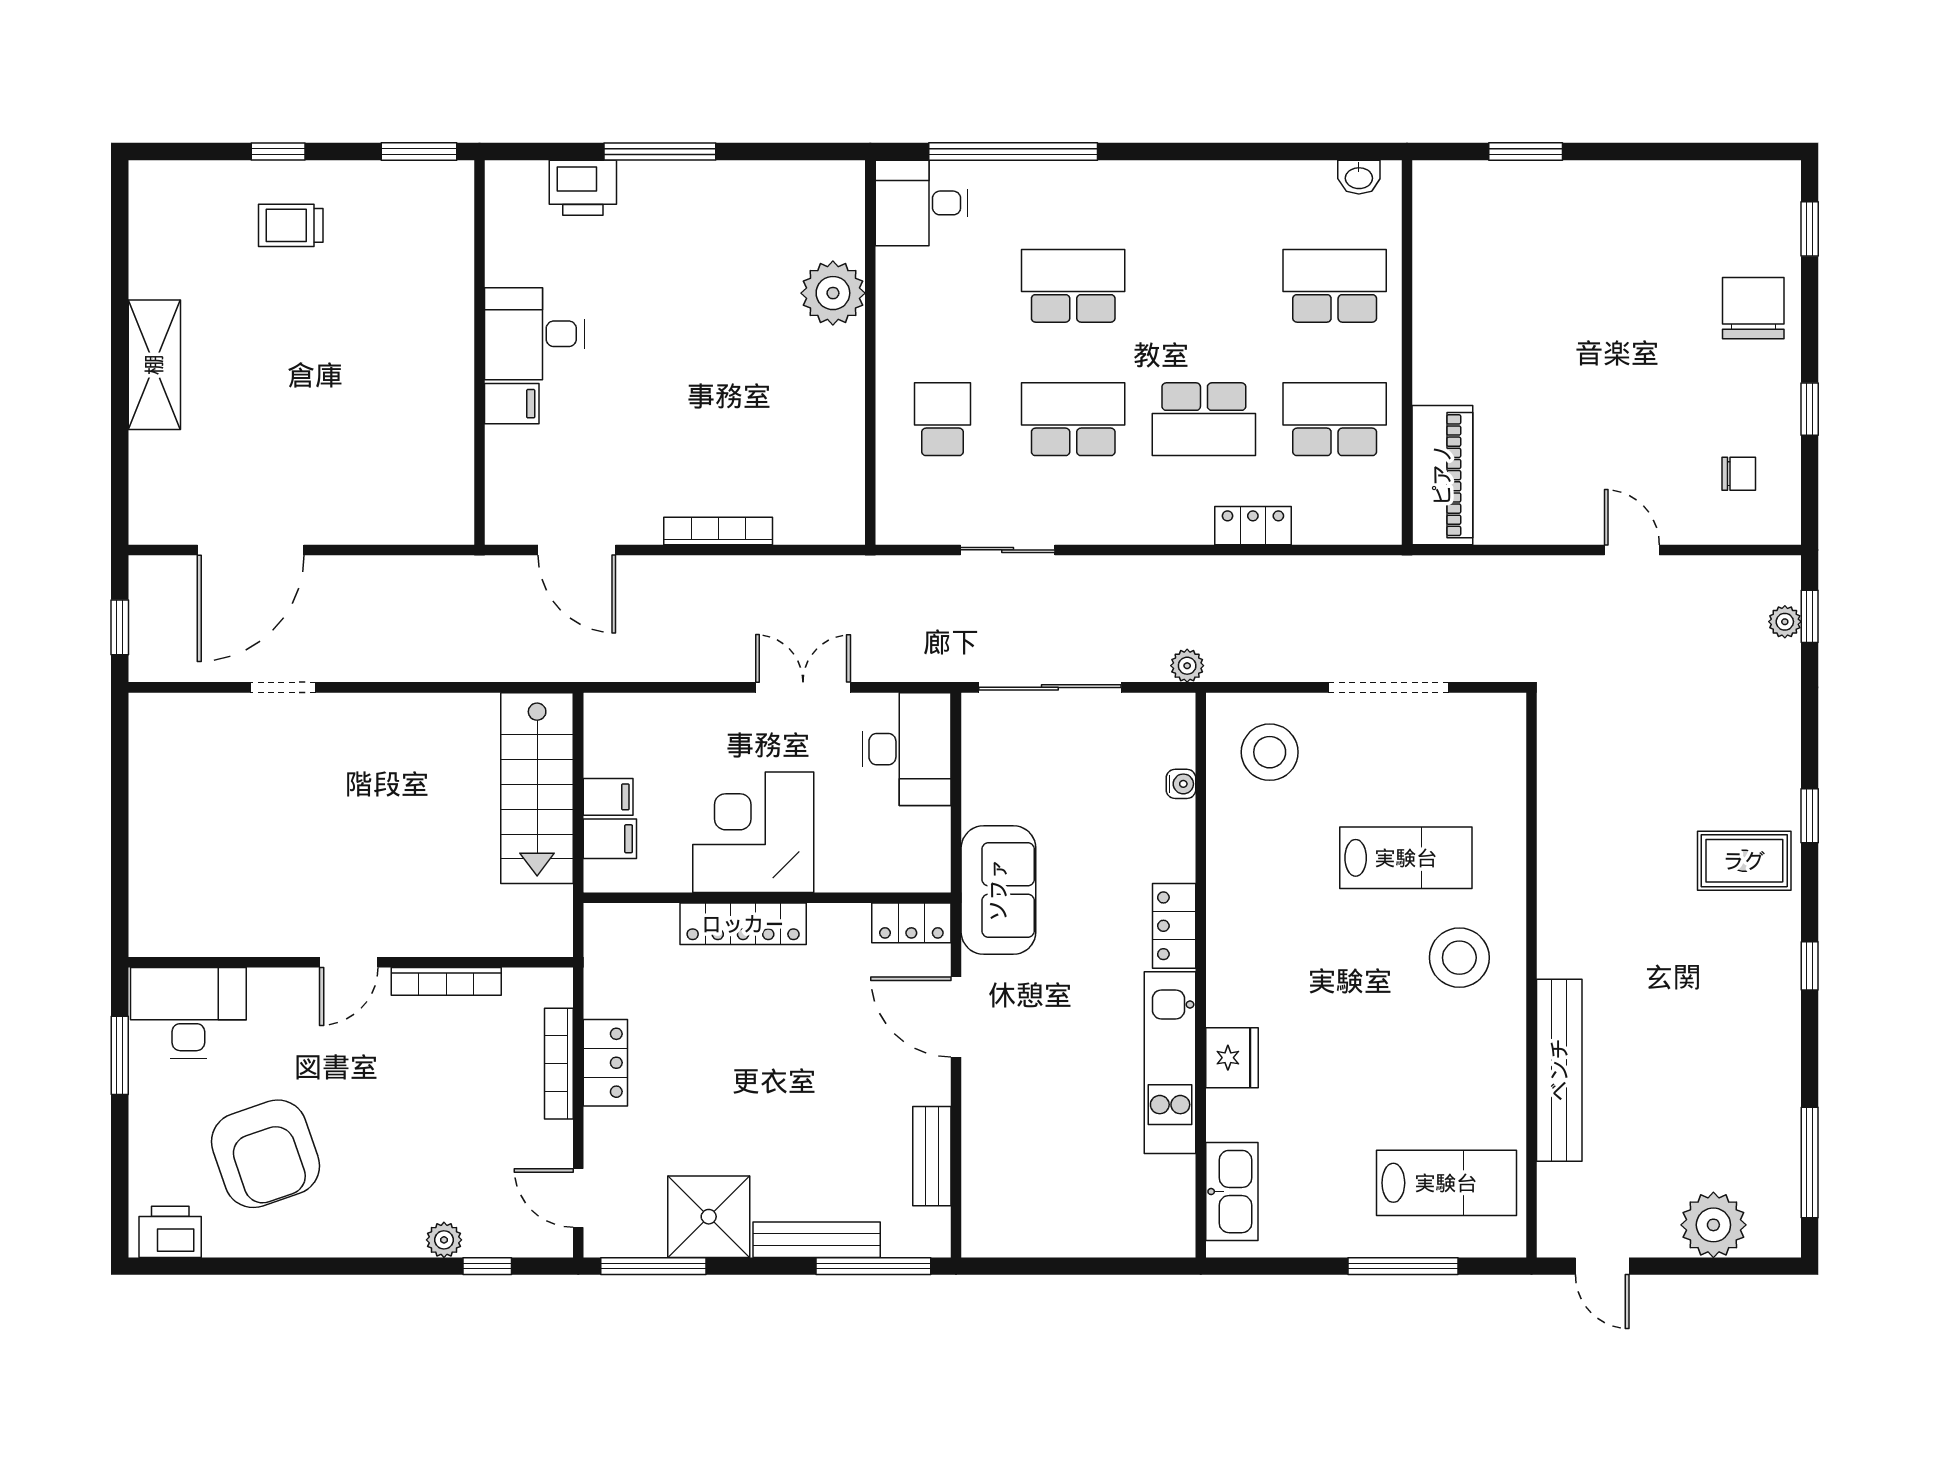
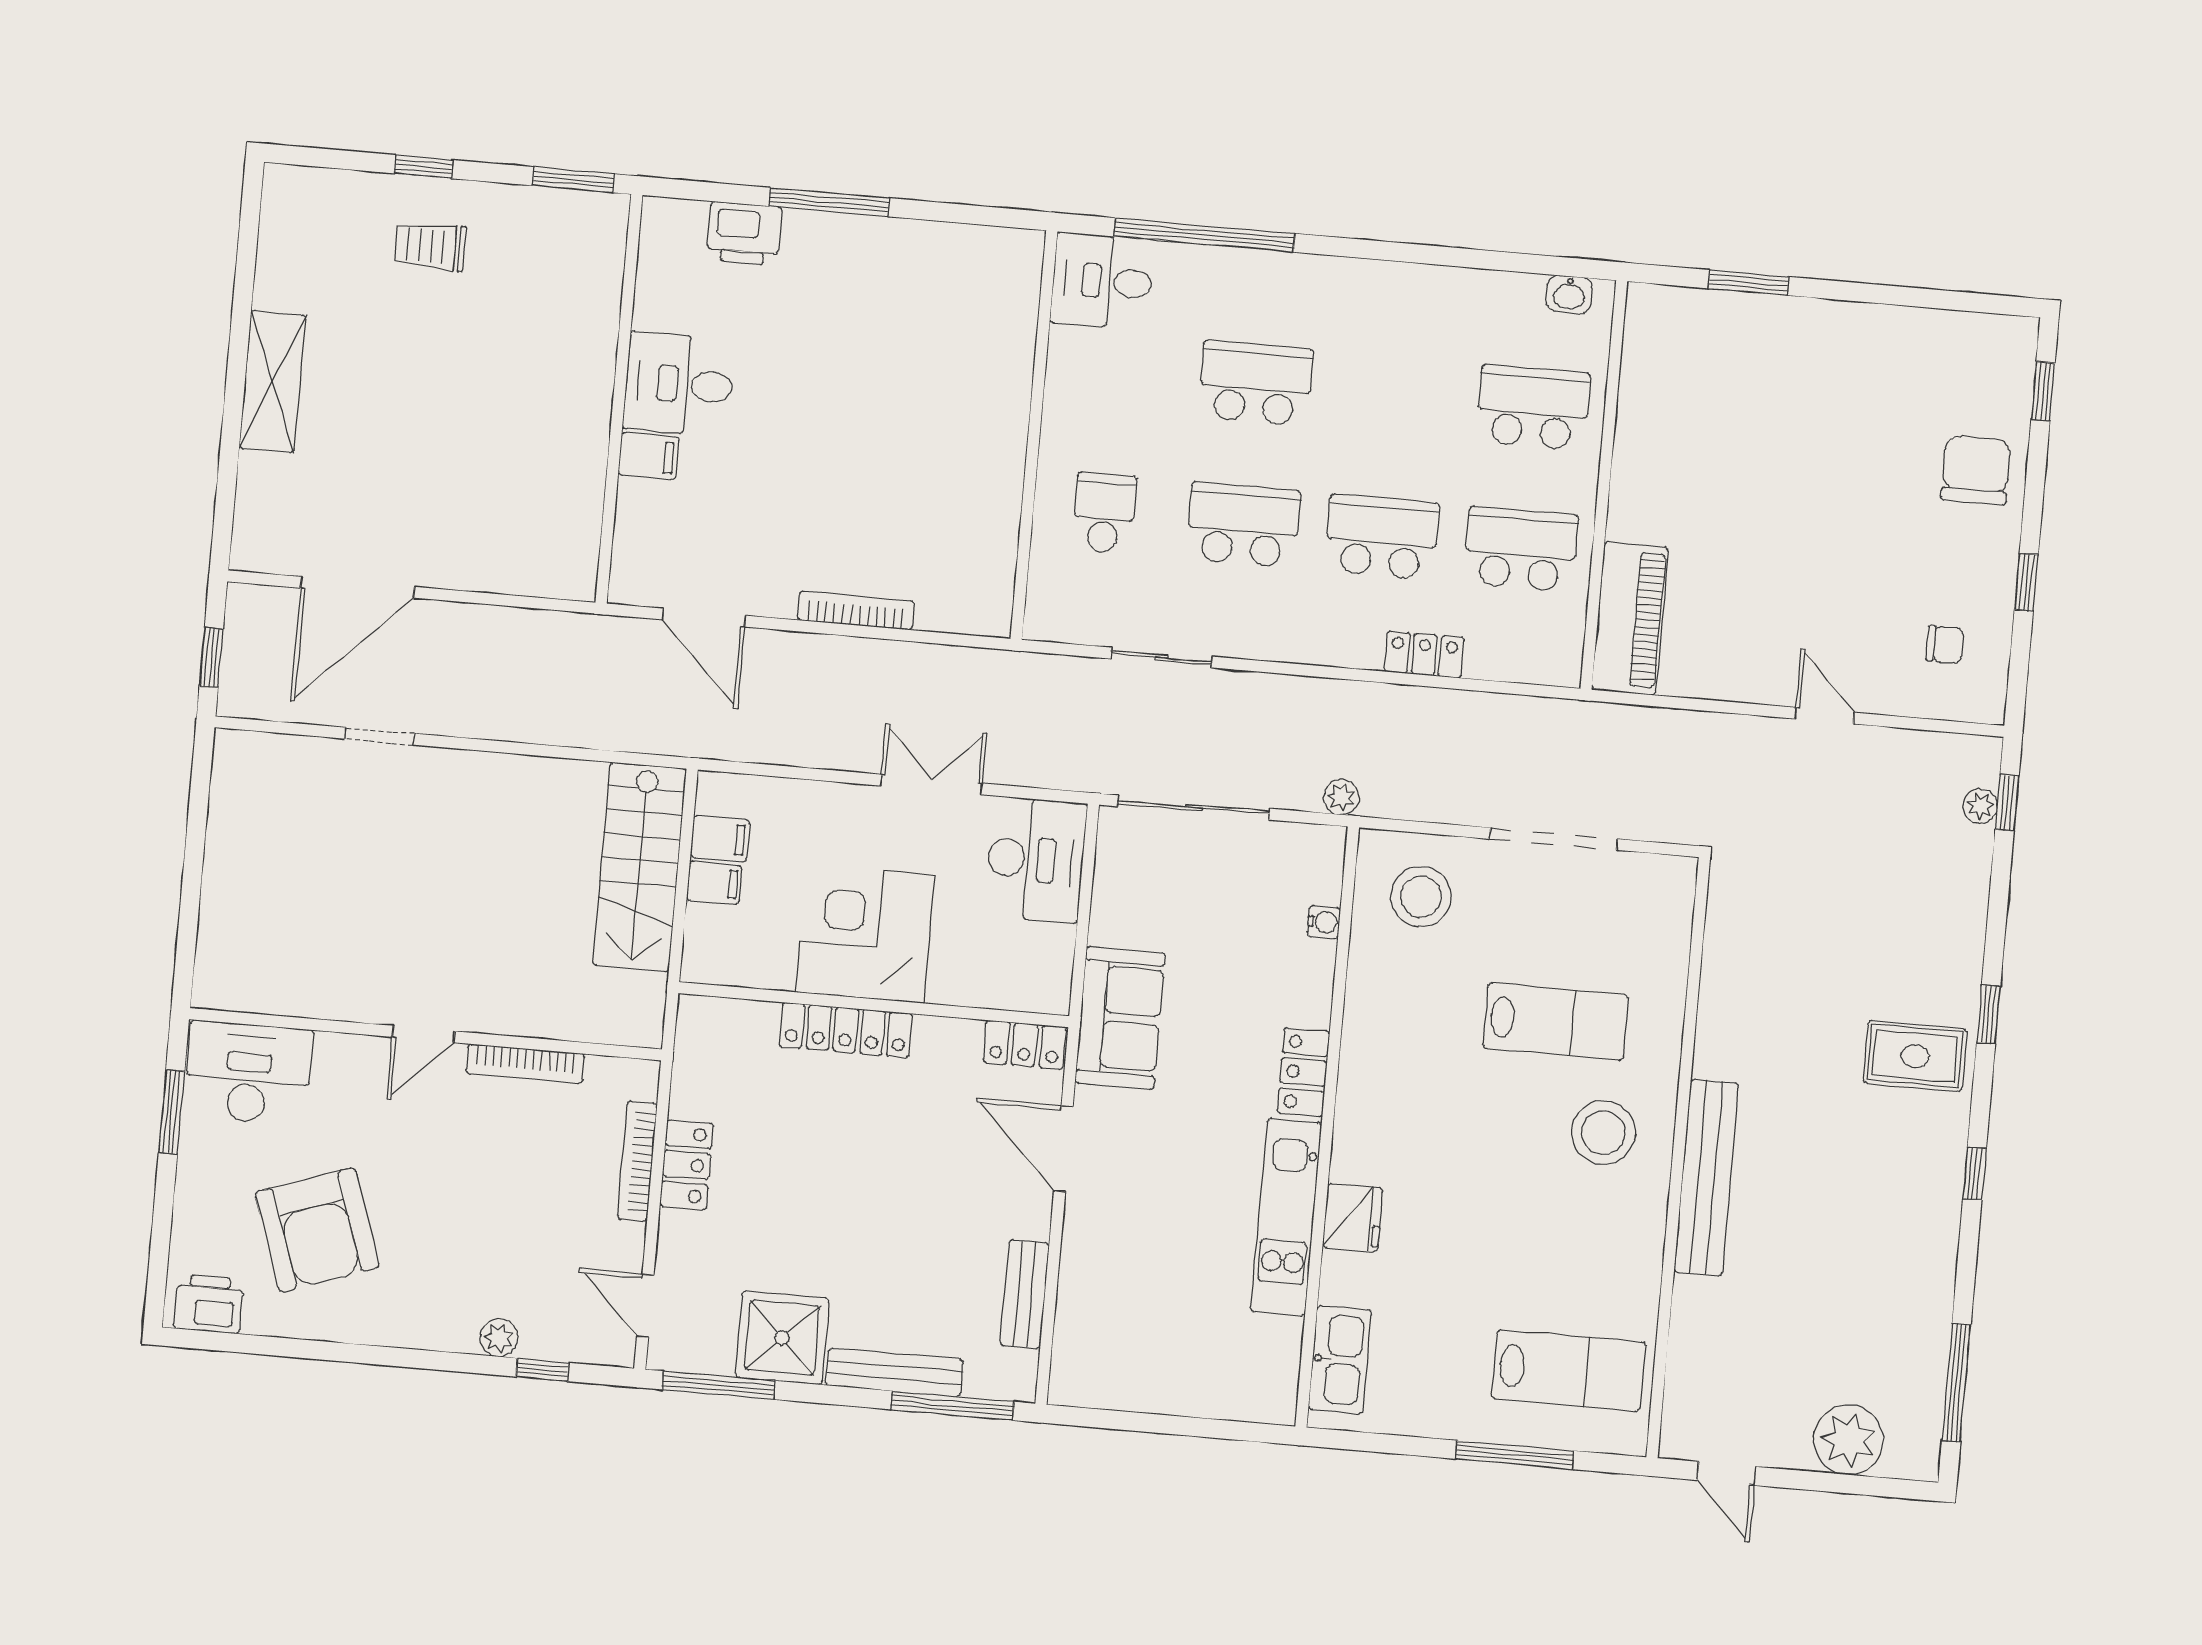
plant: (833, 293) -> (1000, 369), removed
school desk: (1204, 419) -> (1382, 537), turned 180
filing cabinet: (610, 839) -> (720, 838), moved
bench: (1559, 1070) -> (1706, 1177), moved

